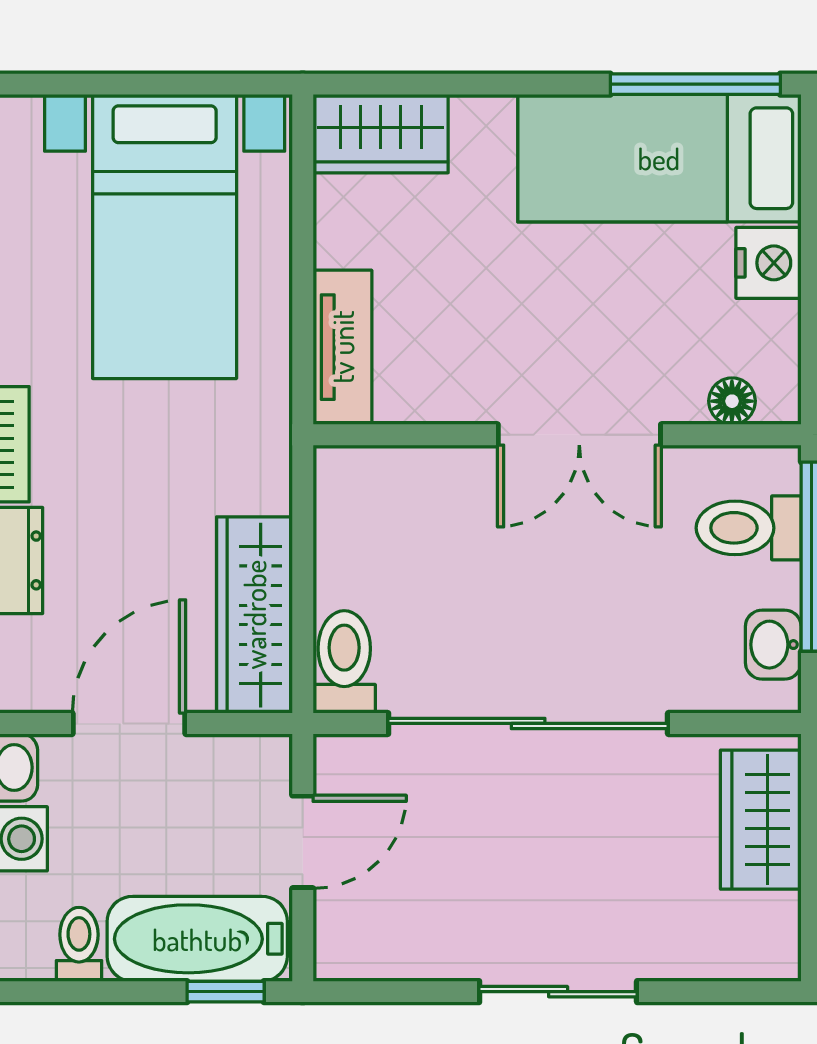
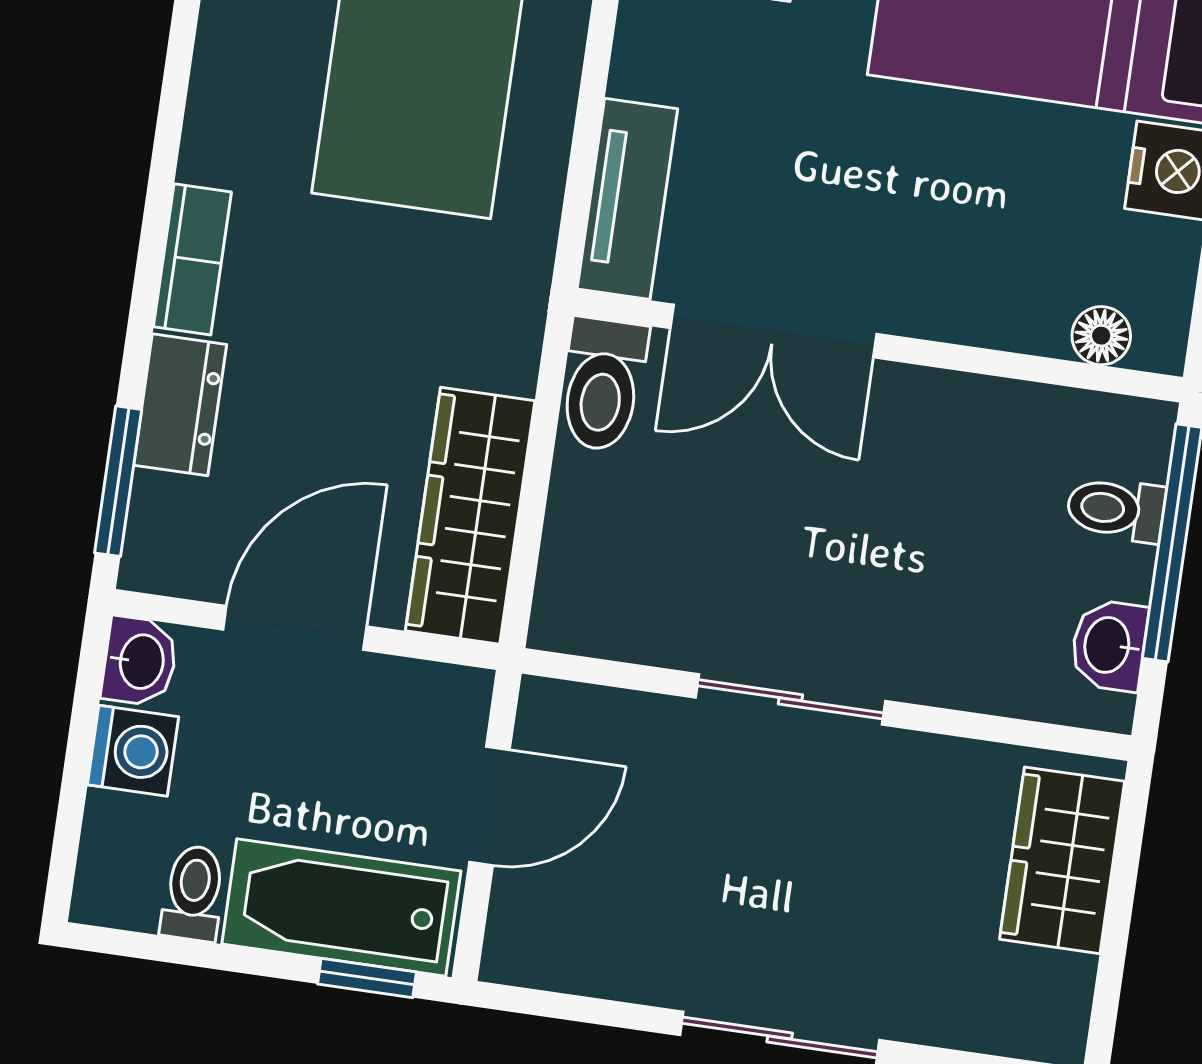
double door: (579, 435) -> (773, 331), moved
toilet: (749, 528) -> (1116, 509), width x0.73, depth x0.72
toilet: (344, 662) -> (603, 384), moved, turned 180
sliding door: (528, 723) -> (790, 699), width x0.54

